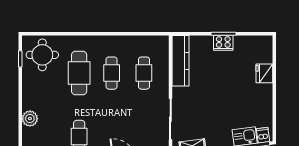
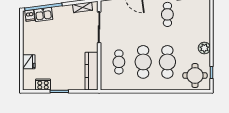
cooker: (223, 43) -> (43, 84), moved
cafe table: (112, 73) -> (143, 62), width x1.37, depth x1.35
plant: (30, 119) -> (204, 48), moved

